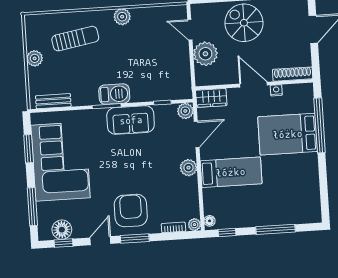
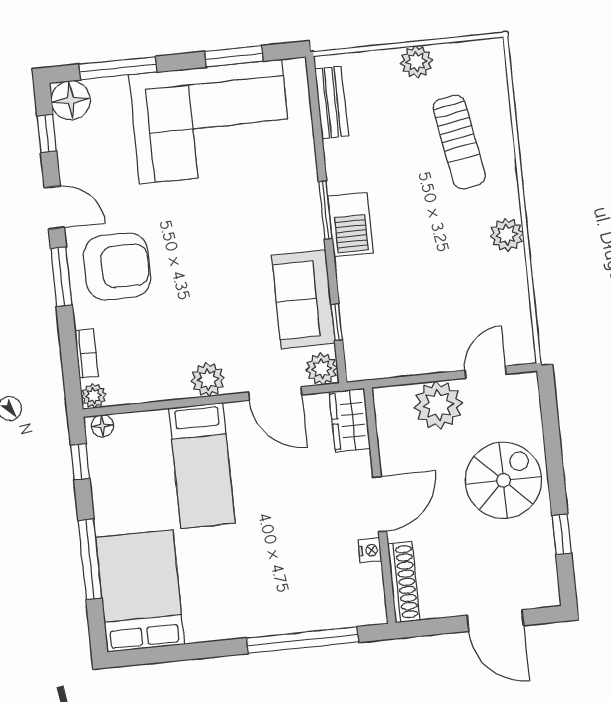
sofa: (131, 120) -> (303, 299), moved
bed: (288, 134) -> (140, 591), moved
floor lamp: (62, 230) -> (71, 100), moved

